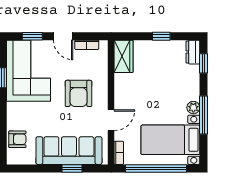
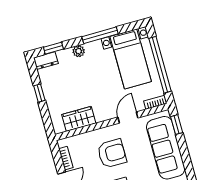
wardrobe: (124, 56) -> (79, 119), moved
plant: (193, 108) -> (79, 51), moved
door: (111, 120) -> (128, 117), hinge flipped
window: (72, 168) -> (177, 125), moved

